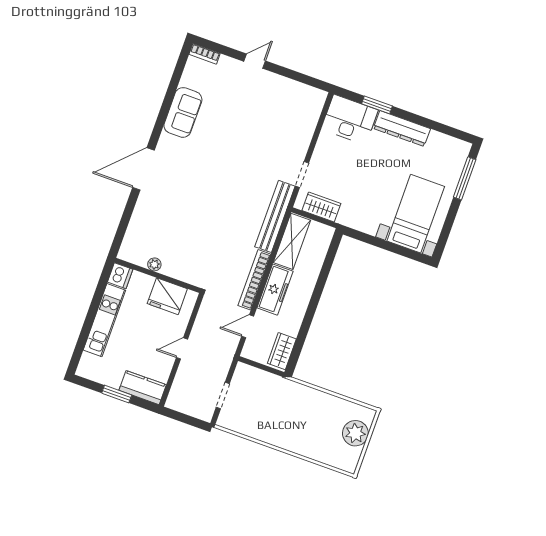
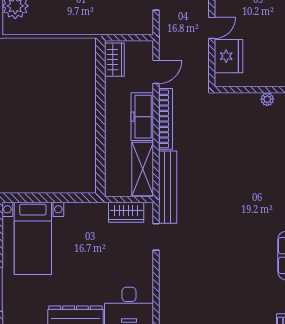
fridge: (167, 296) -> (228, 56), moved, turned 90

